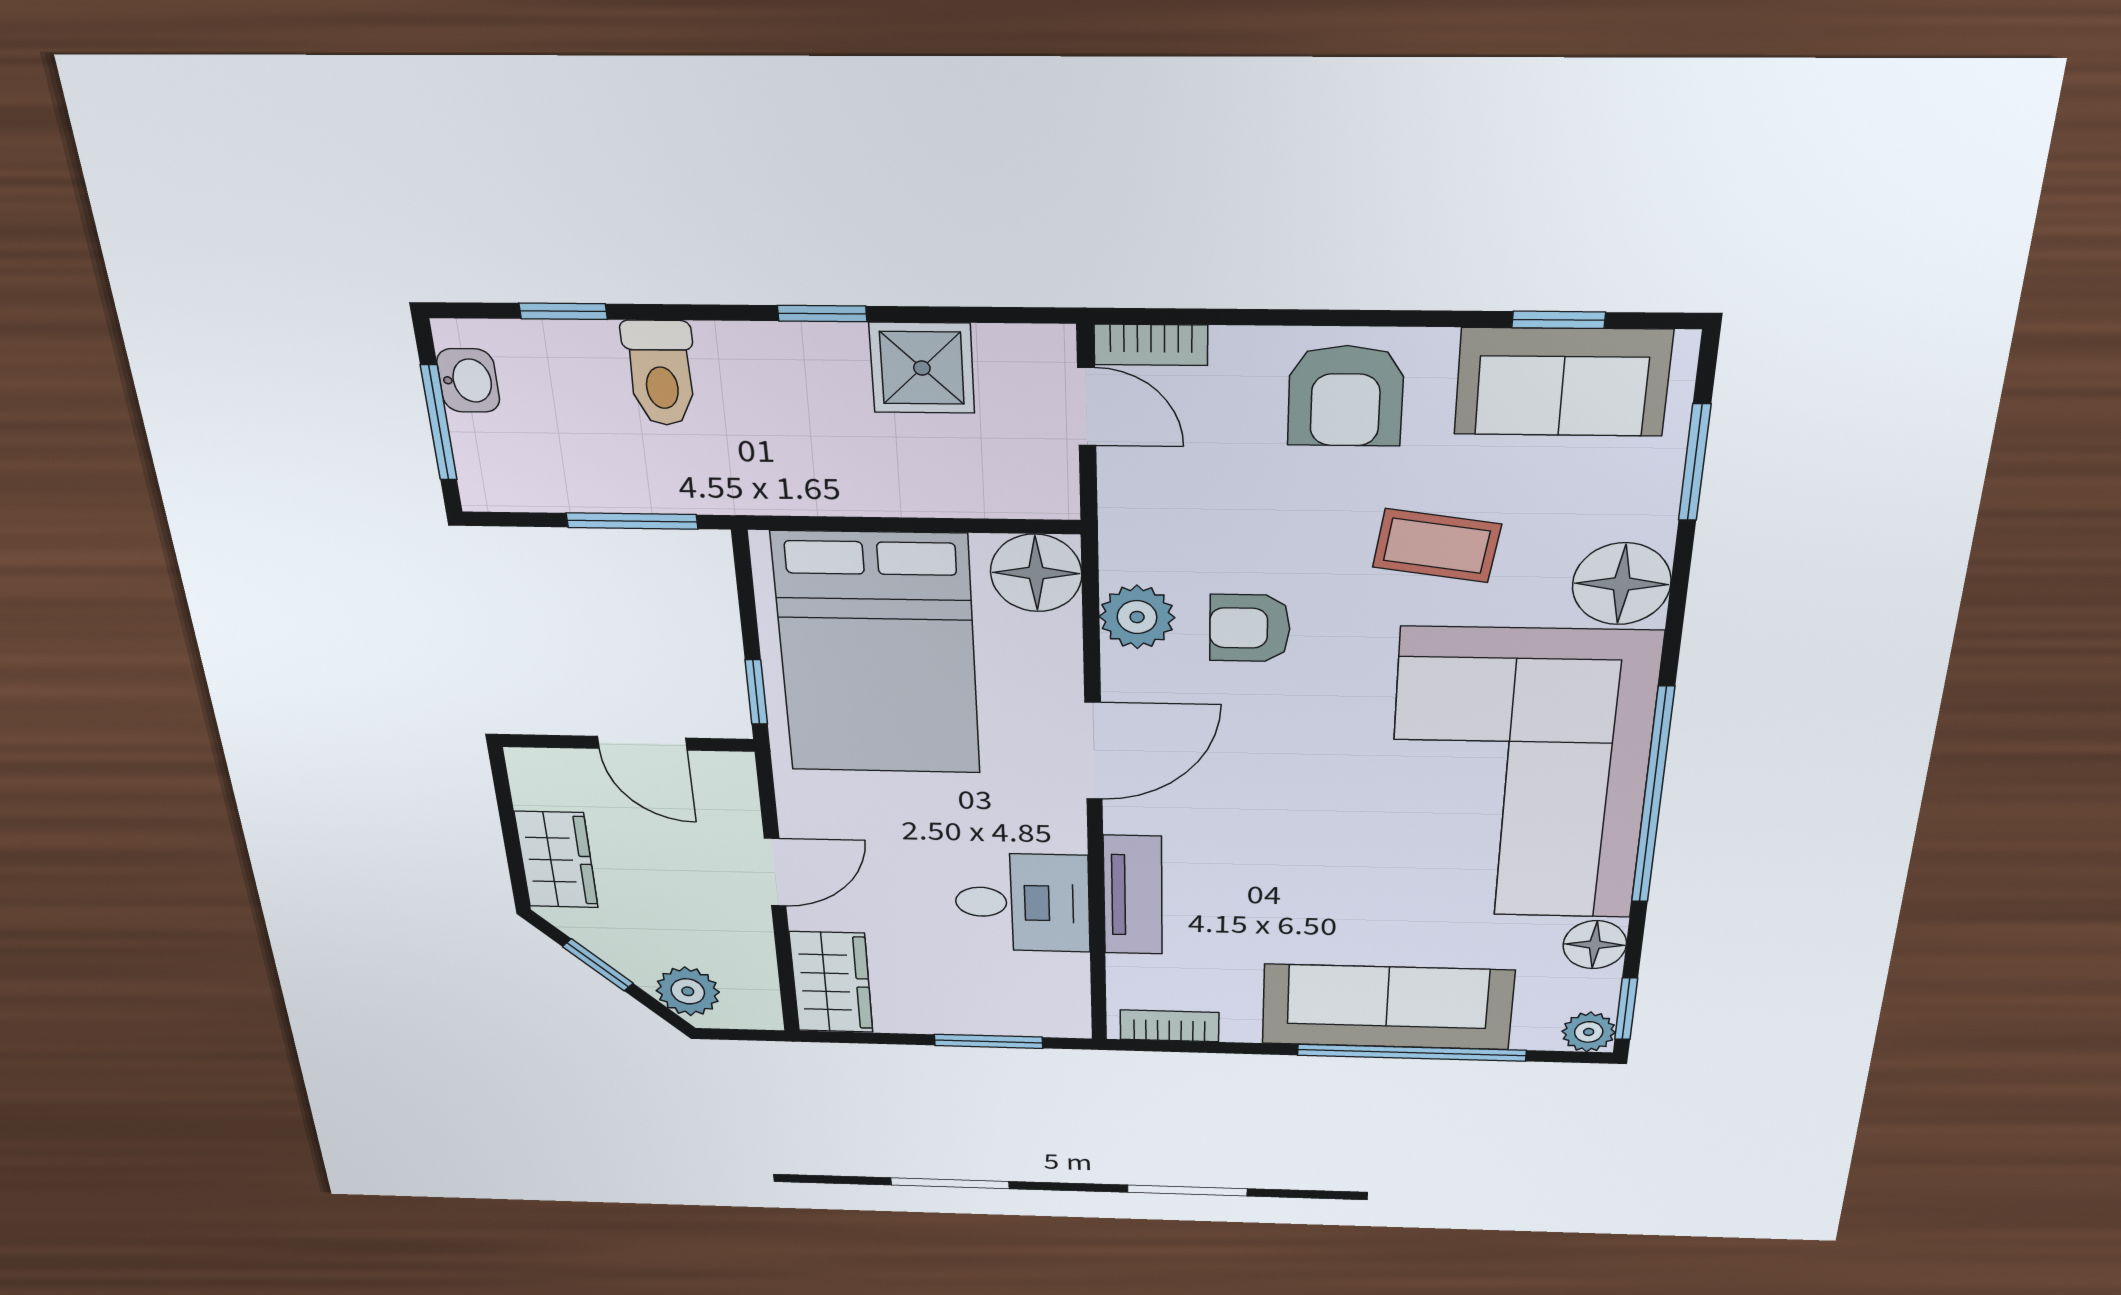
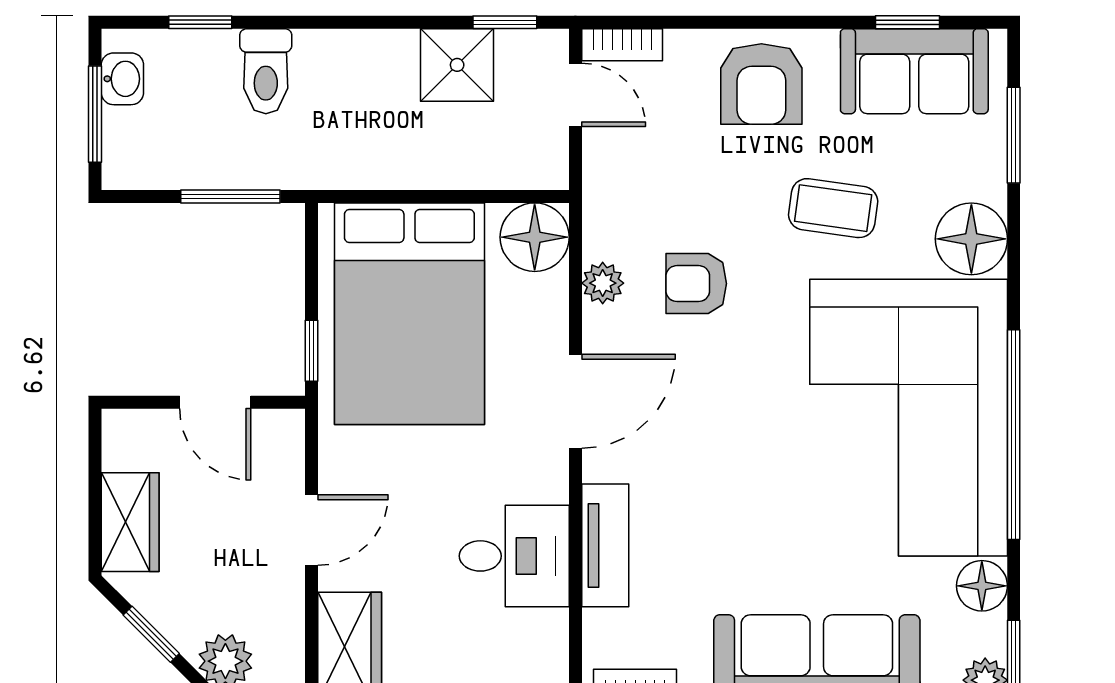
window: (822, 314) -> (505, 22), moved
plant: (1137, 617) -> (603, 283), width x0.73, depth x0.73

